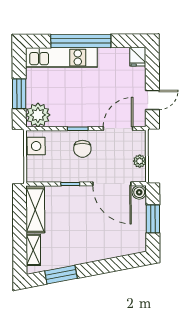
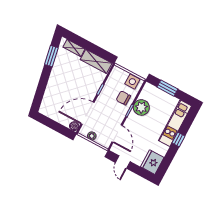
window: (81, 41) -> (178, 139), width x0.32
fridge: (138, 57) -> (152, 162), width x1.88, depth x1.34
plant: (38, 115) -> (141, 107), moved
chair: (82, 149) -> (123, 98), moved
window: (153, 219) -> (55, 126), removed

